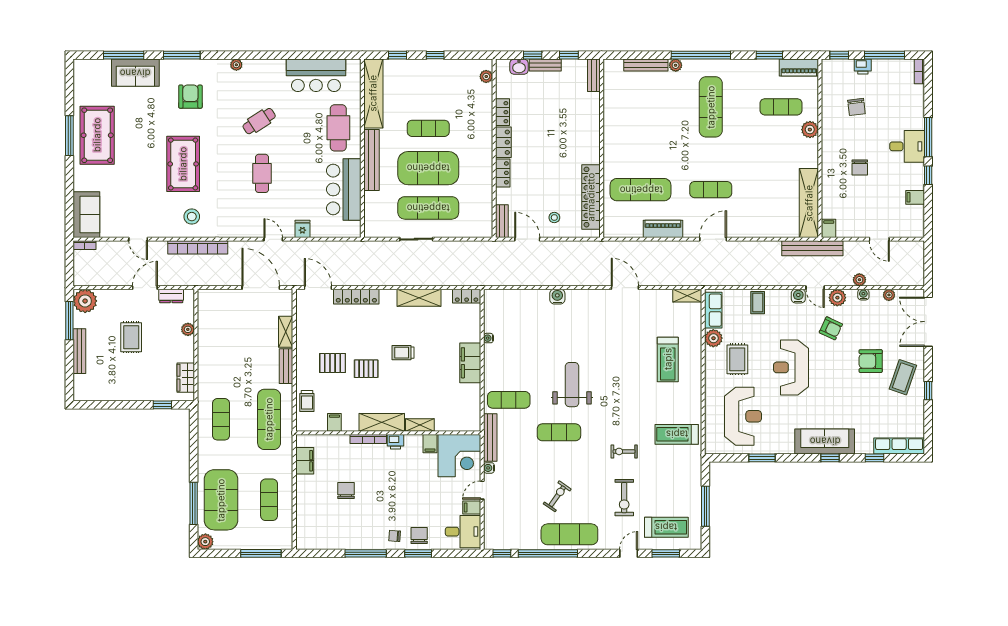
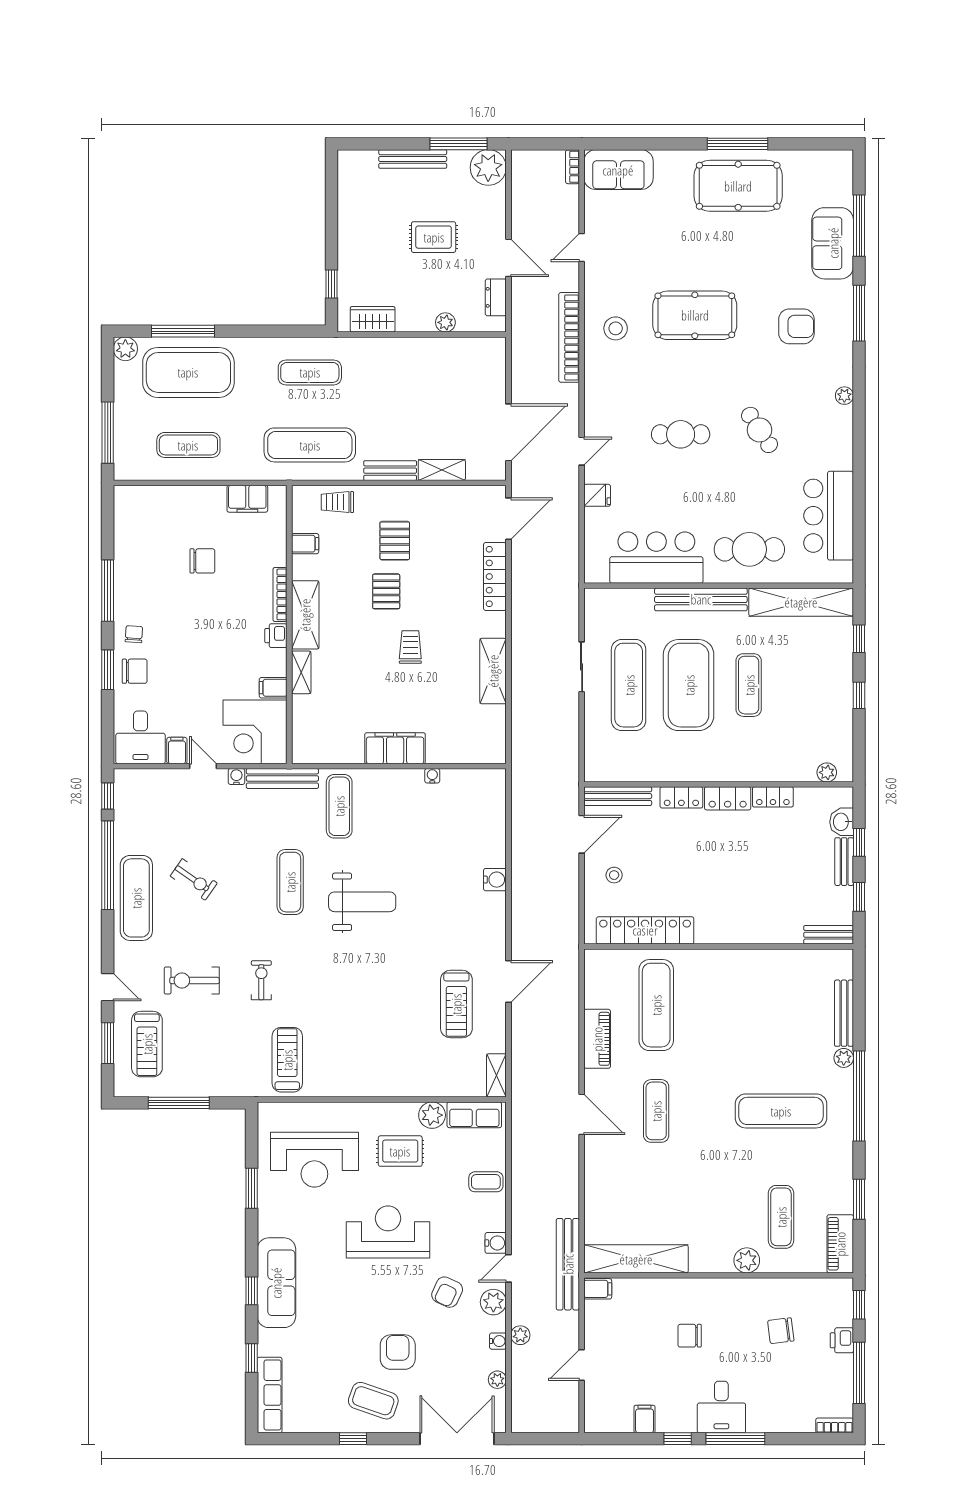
bench: (502, 221) -> (618, 796), width x1.36
locker: (467, 296) -> (496, 743), removed
treadmill: (668, 359) -> (456, 1004), moved, turned -90

